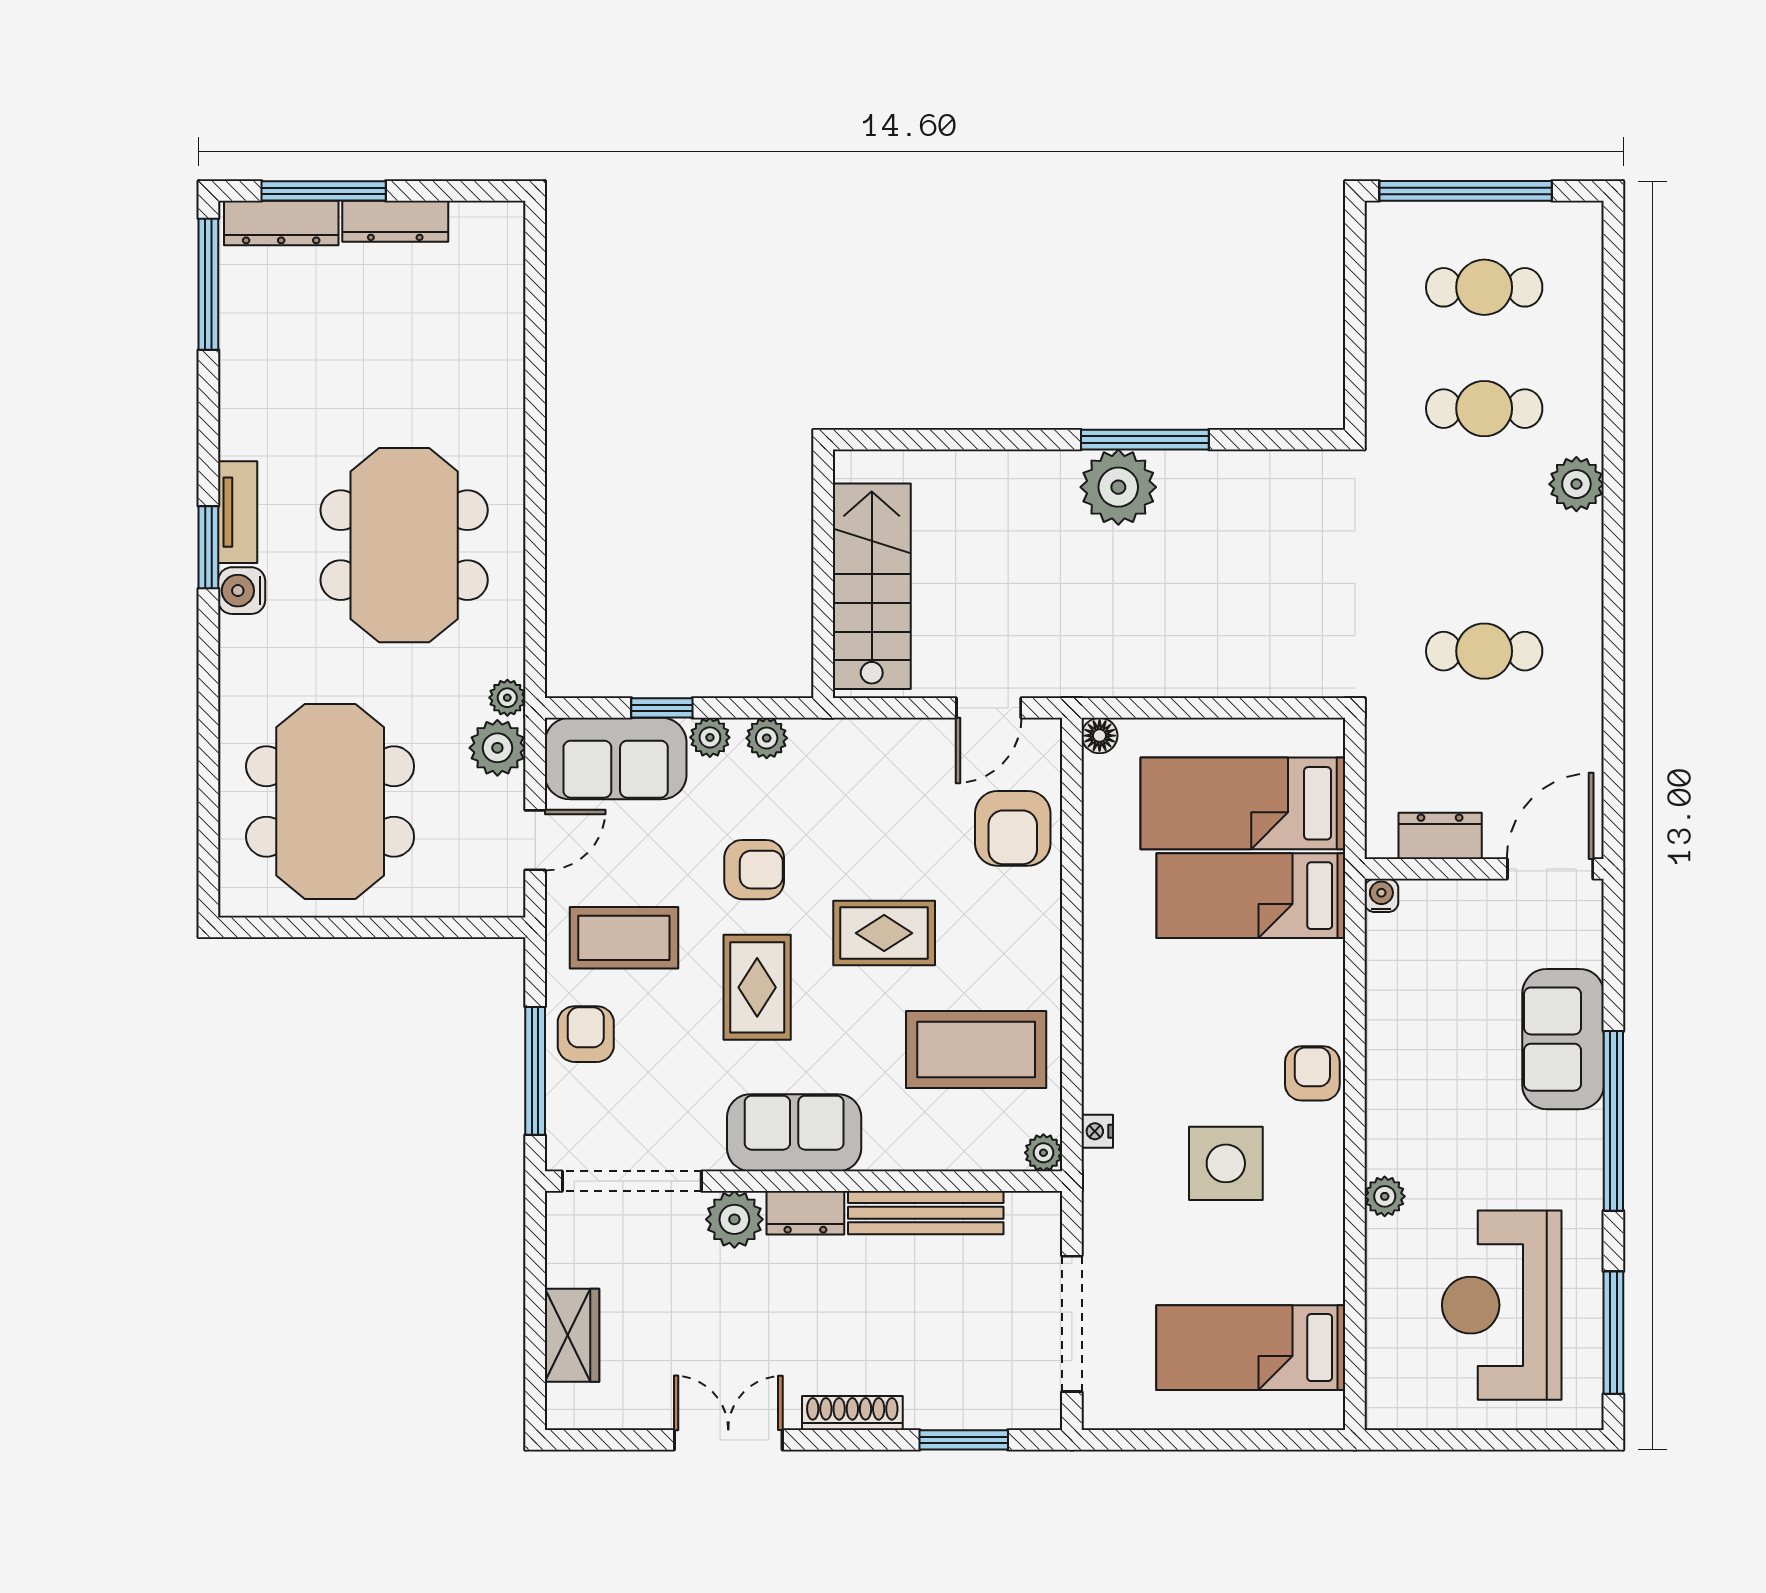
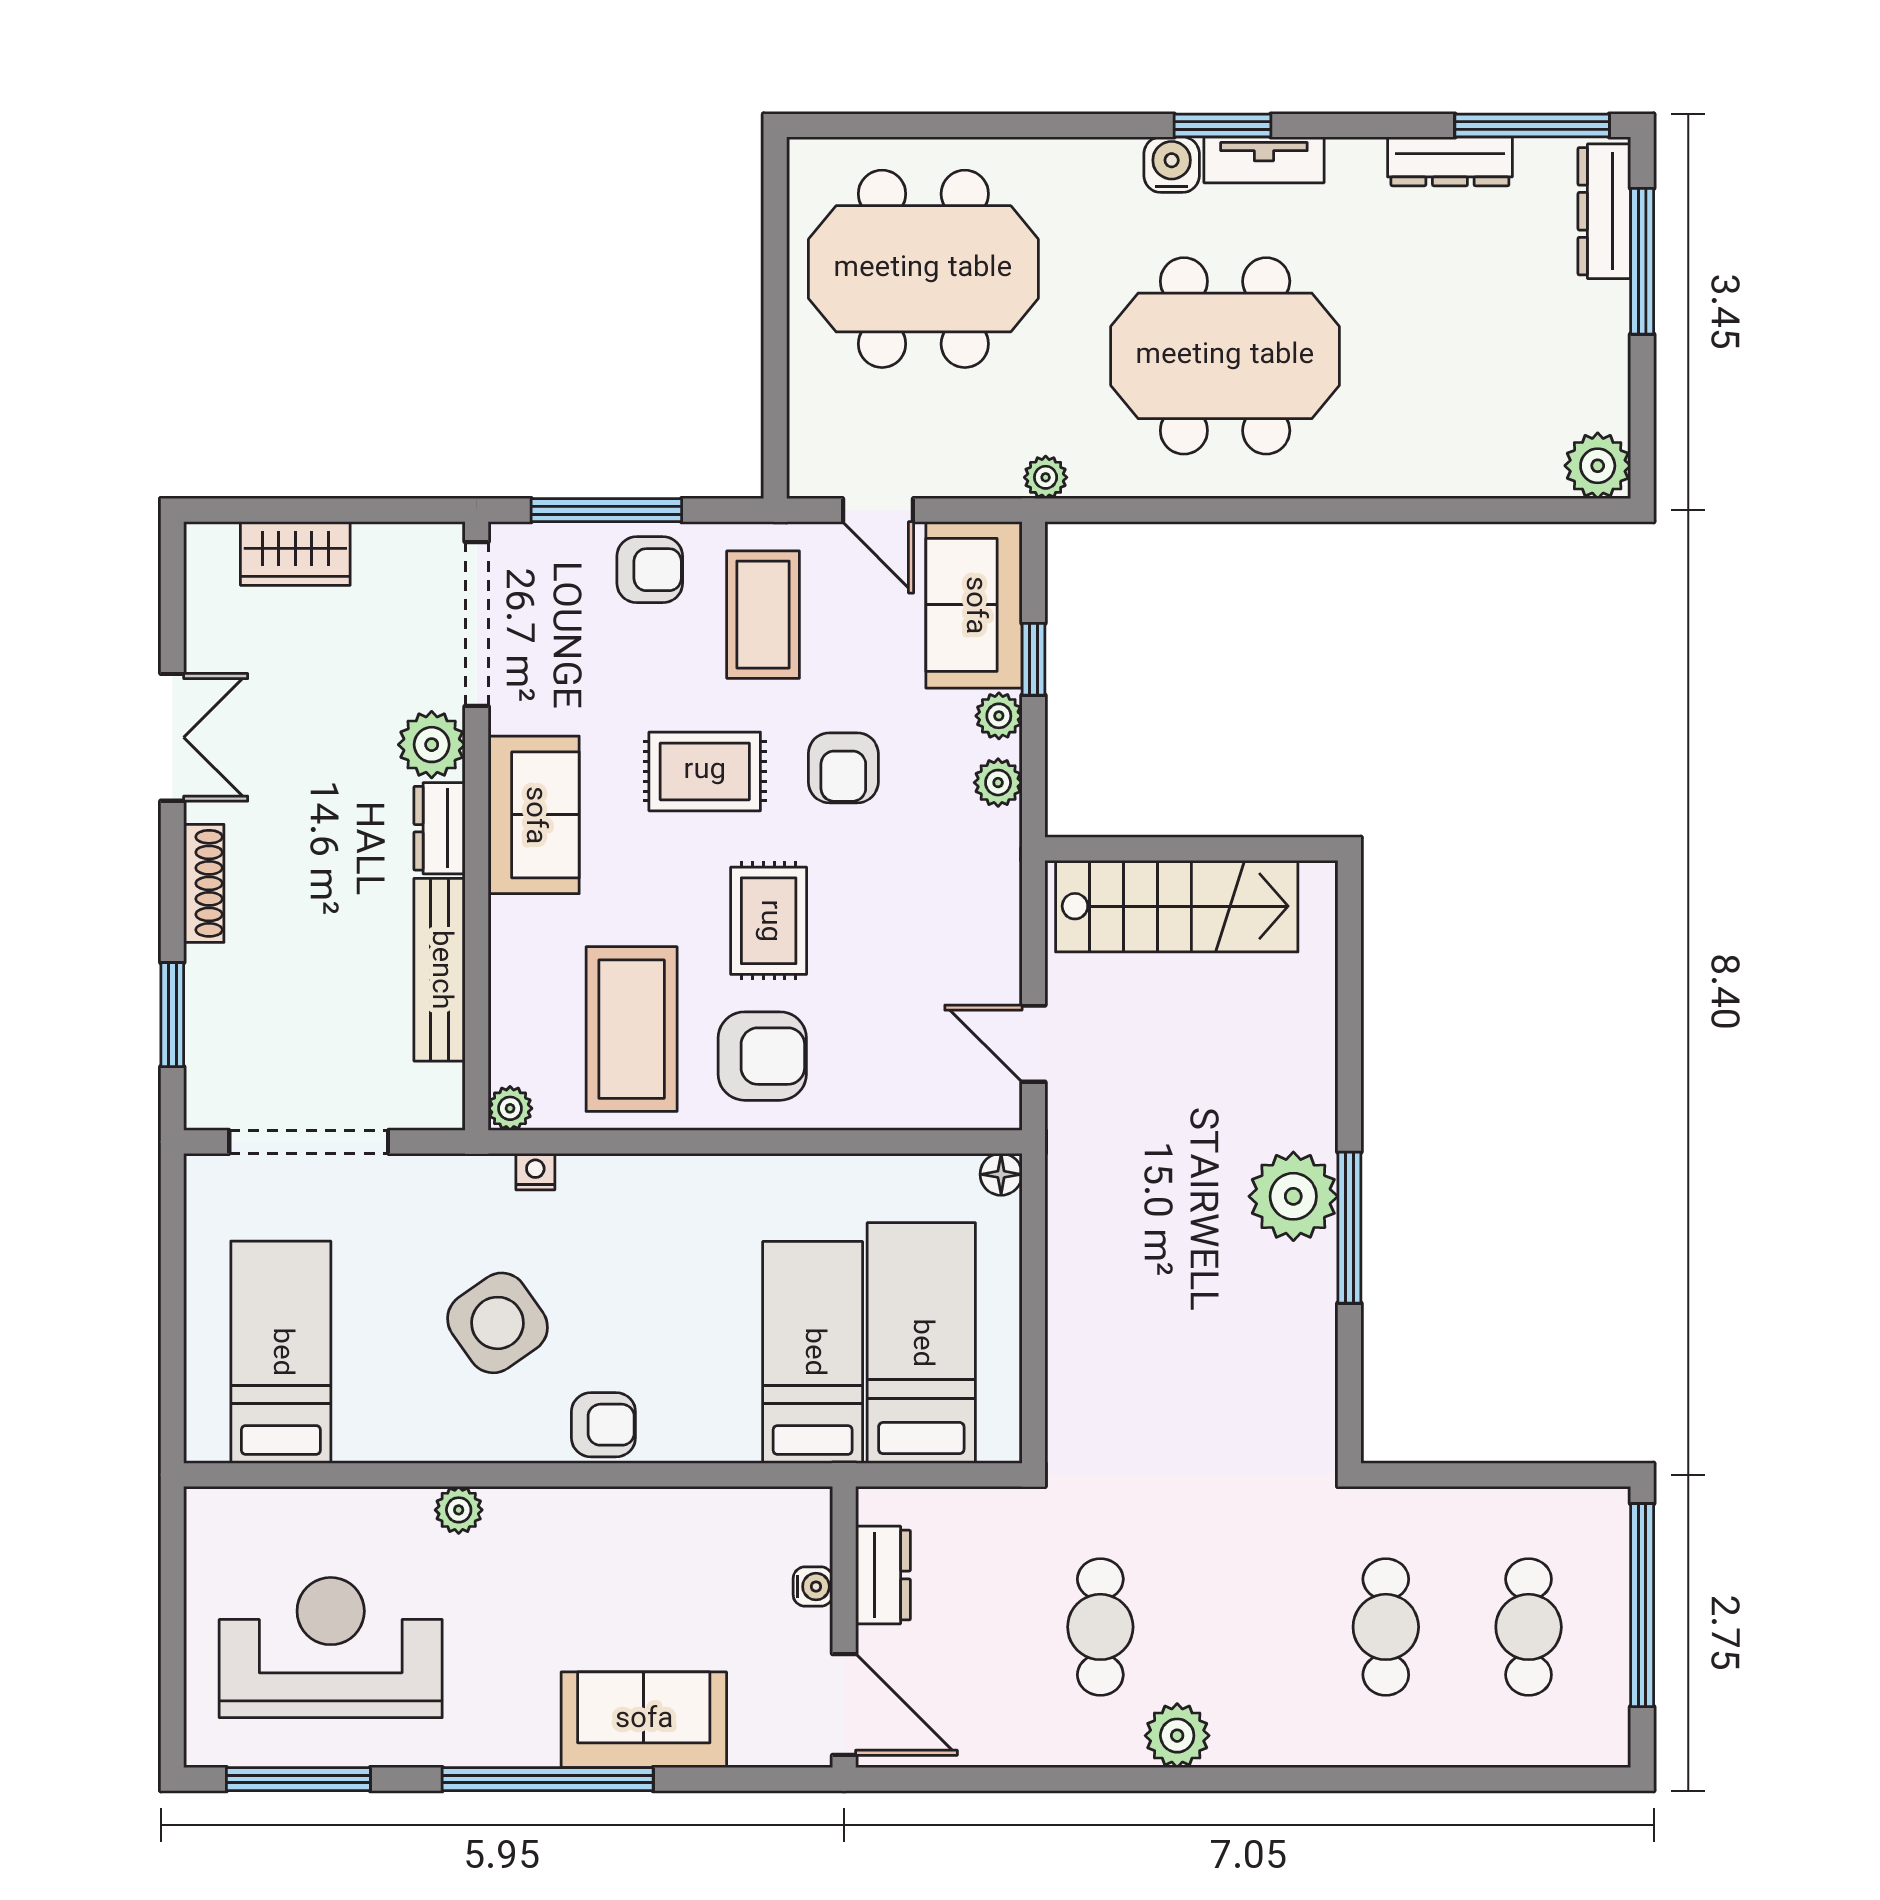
dresser: (395, 221) -> (1450, 161), moved, turned -90
plant: (1576, 484) -> (1177, 1736), moved
plant: (497, 748) -> (1598, 466), moved
armchair: (1013, 828) -> (762, 1056), moved, turned 180
water cooler: (1381, 895) -> (813, 1587), moved
side table: (1226, 1163) -> (498, 1323), turned -35

